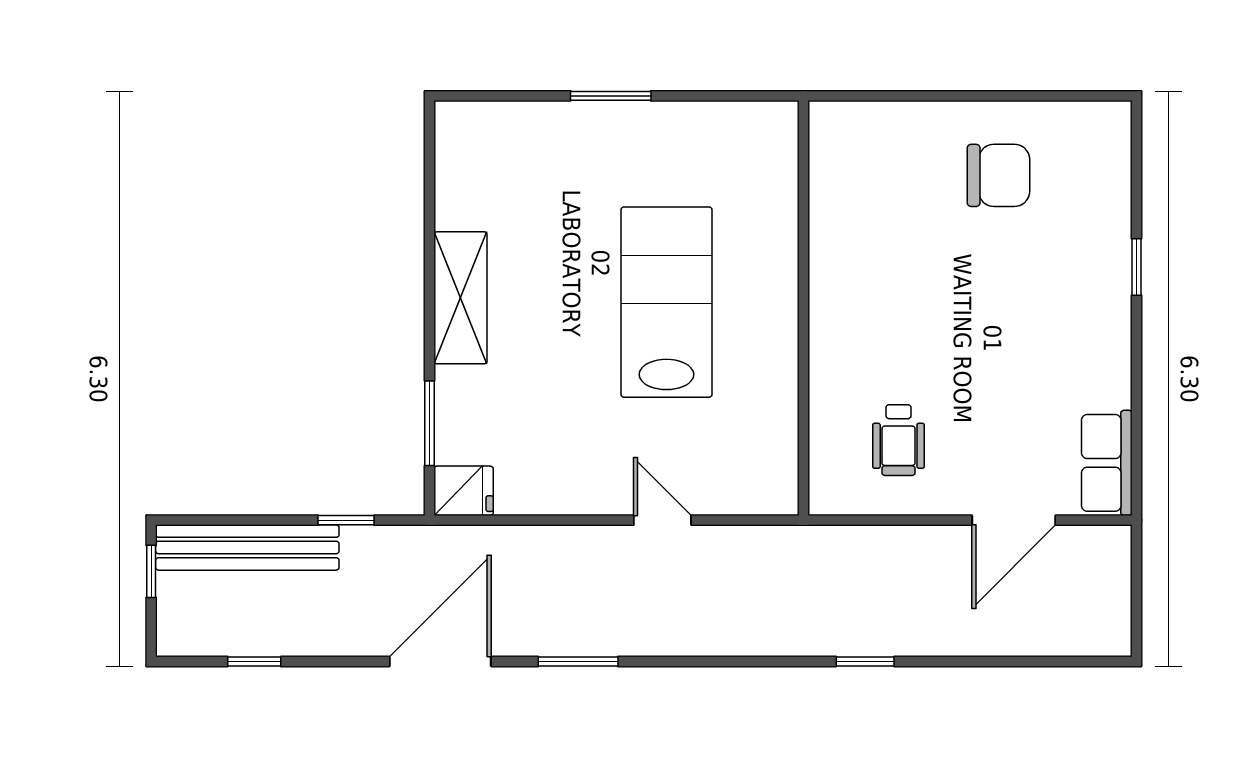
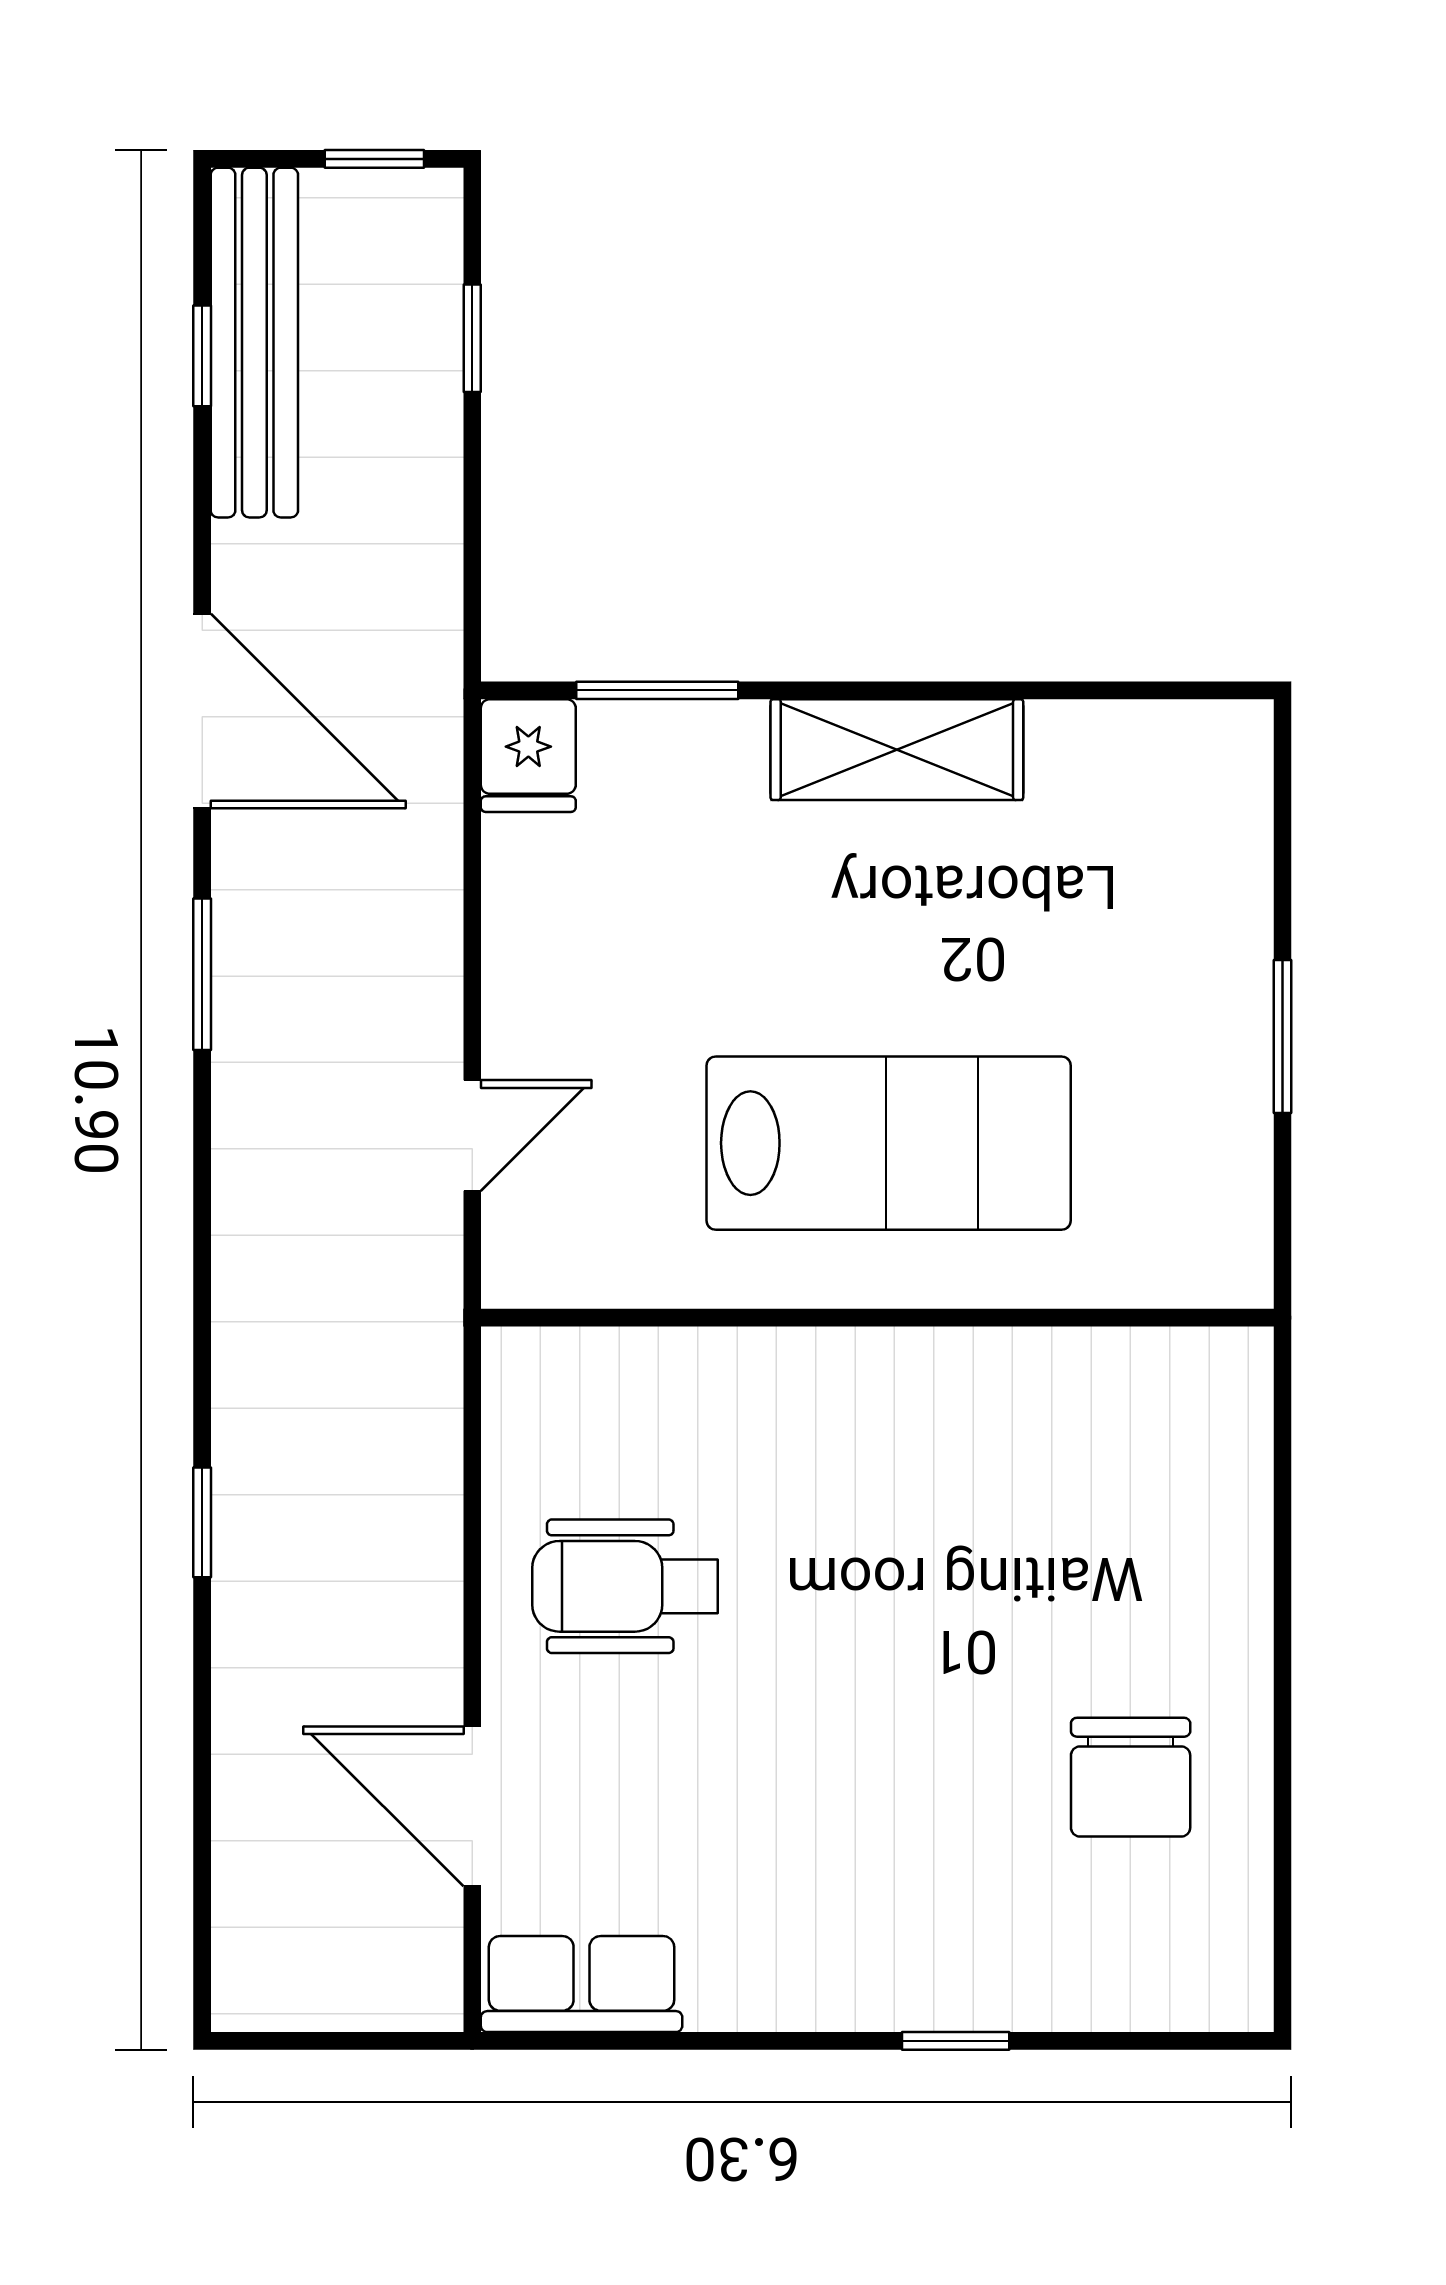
wall: (804, 308) -> (877, 1318), moved
wheelchair: (899, 440) -> (625, 1586), width x1.36, depth x1.37
window: (346, 520) -> (472, 338), moved
bench: (247, 547) -> (254, 343), moved

